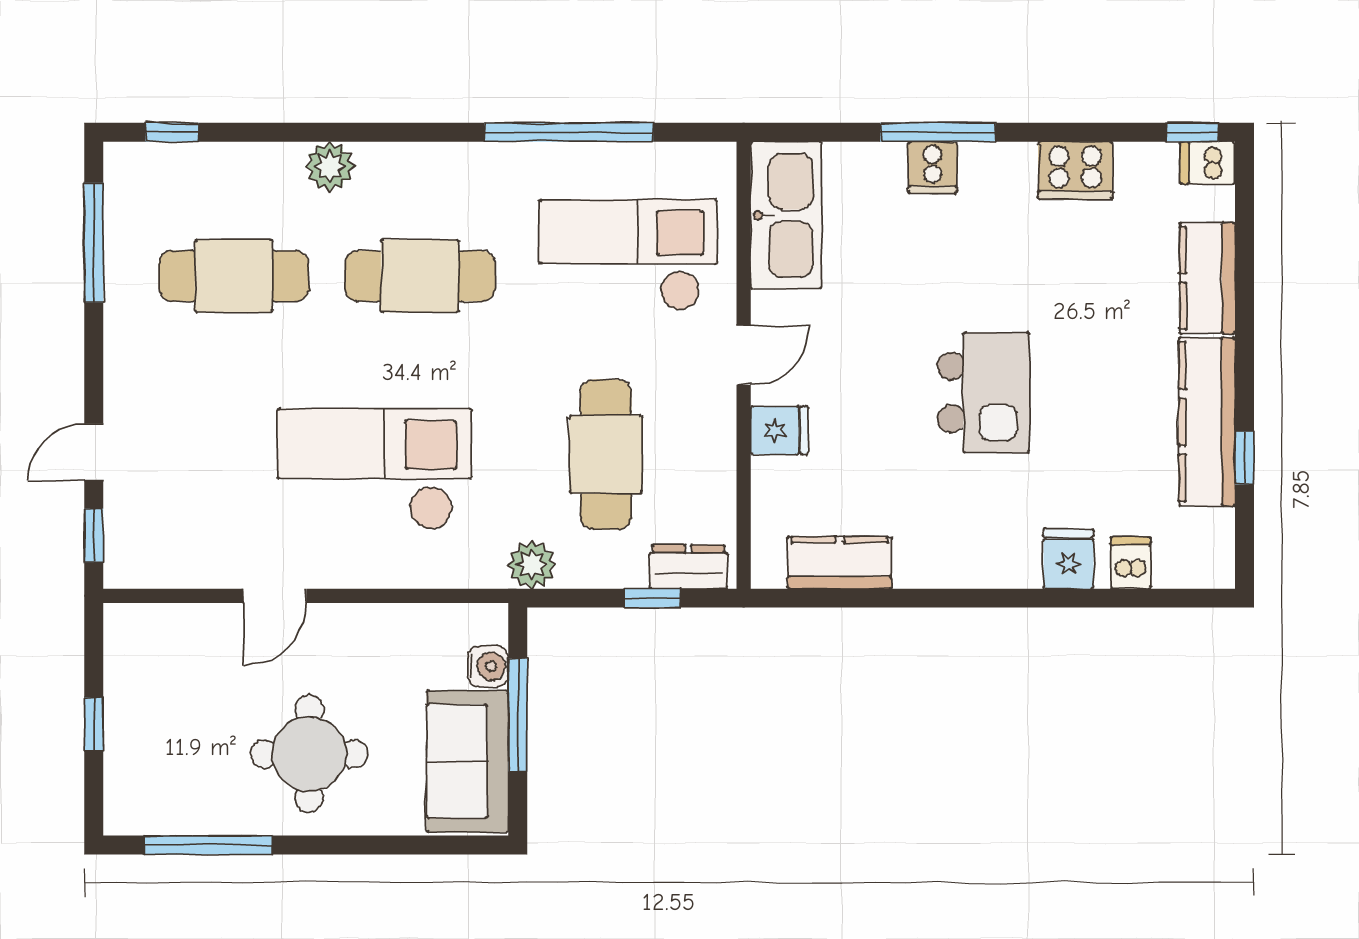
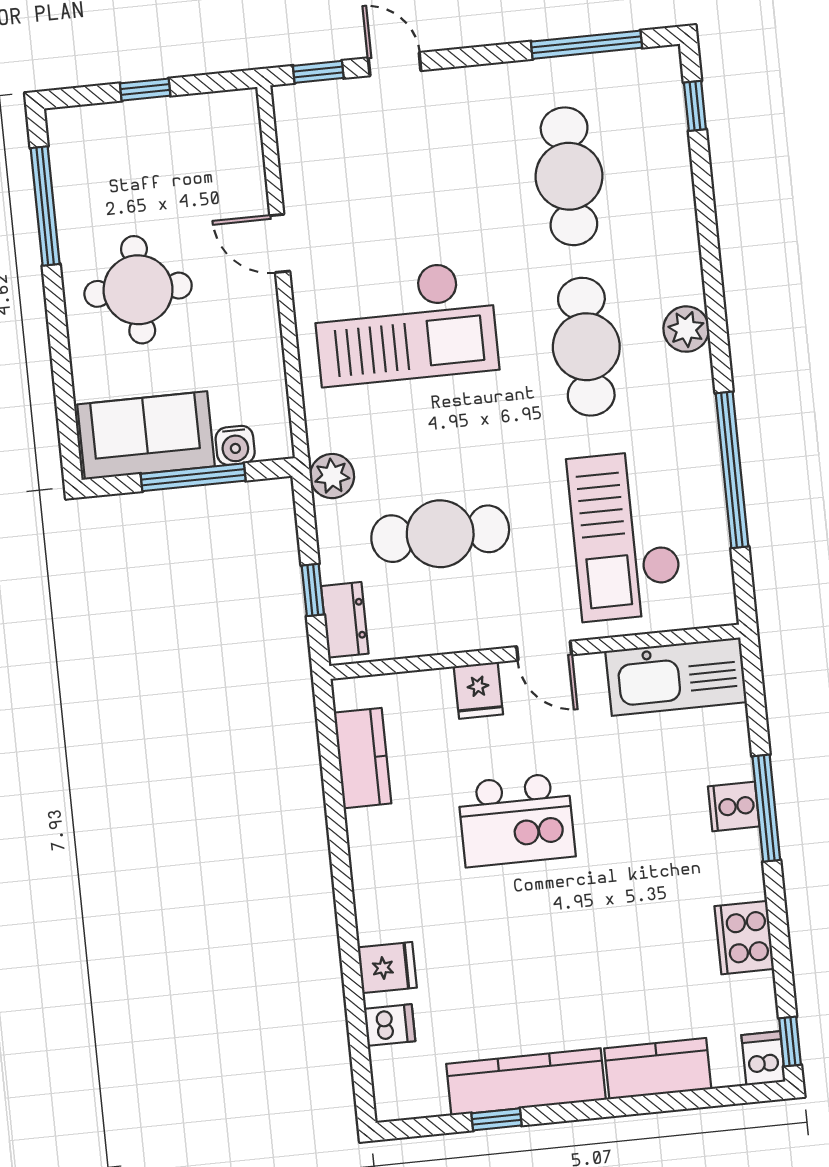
plant: (330, 166) -> (686, 329), moved
checkout: (628, 255) -> (625, 536), turned 180
kitchen island: (983, 393) -> (516, 820), moved
checkout: (375, 469) -> (405, 323), turned 90

